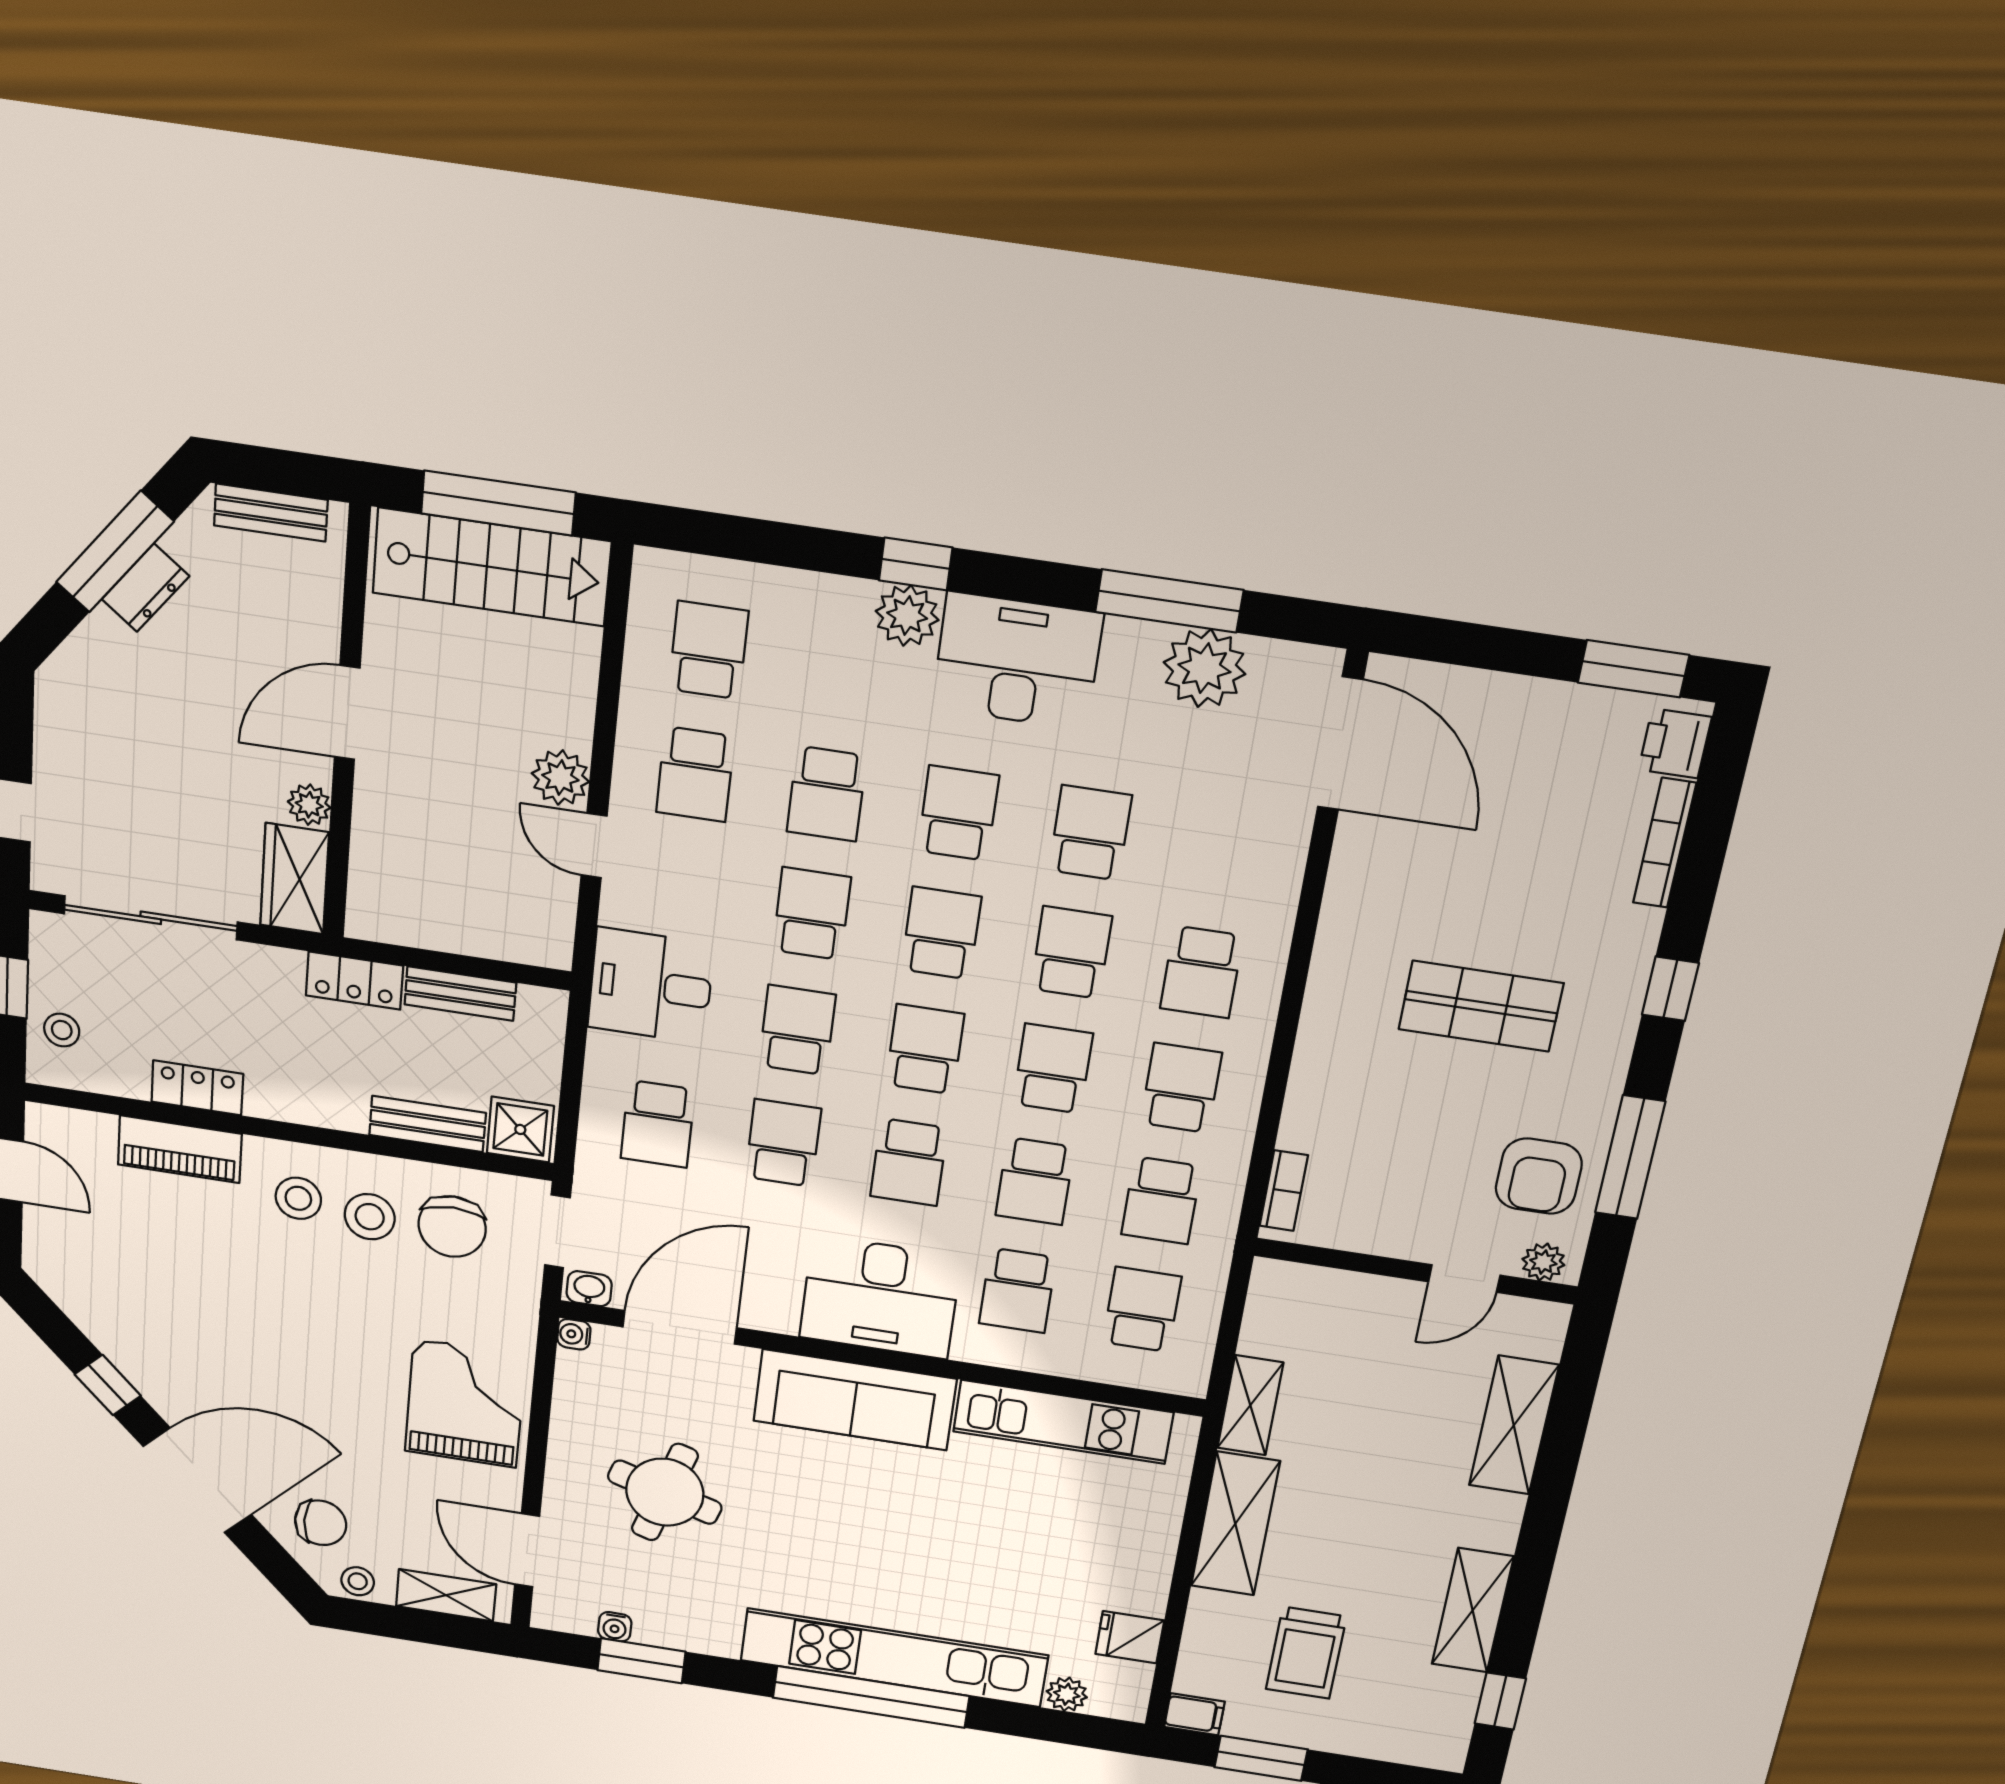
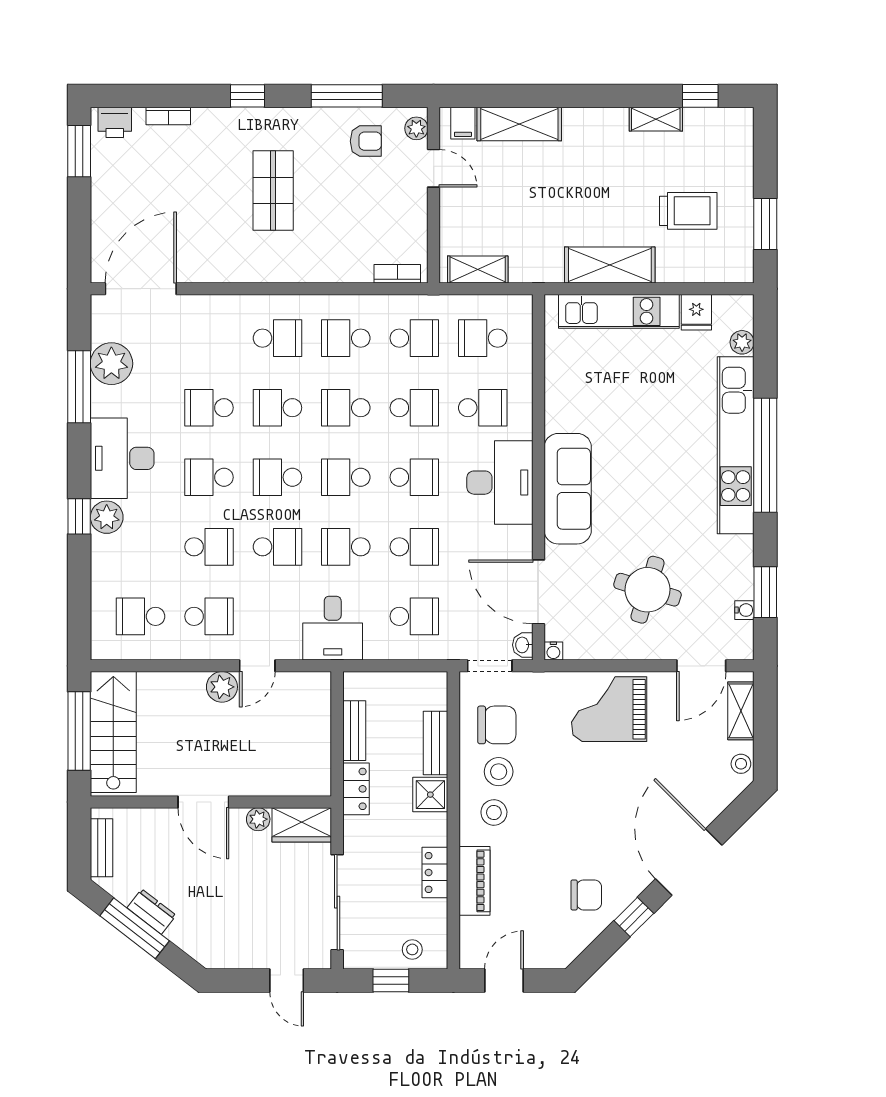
bookcase: (1665, 843) -> (168, 116), width x0.64
school desk: (812, 914) -> (277, 547), turned 180
shower: (520, 1129) -> (430, 795), moved
school desk: (783, 1143) -> (414, 547), turned 180
armchair: (1539, 1176) -> (366, 141), width x0.72, depth x0.72
shelving: (1250, 1405) -> (478, 269), moved
kitchen unit: (1063, 1422) -> (619, 311), moved, turned 90
chair: (321, 1523) -> (586, 895), moved, turned 90
shelving: (1473, 1610) -> (656, 119), width x0.67, depth x0.75
filing cabinet: (1194, 1714) -> (463, 123), moved, turned 180

